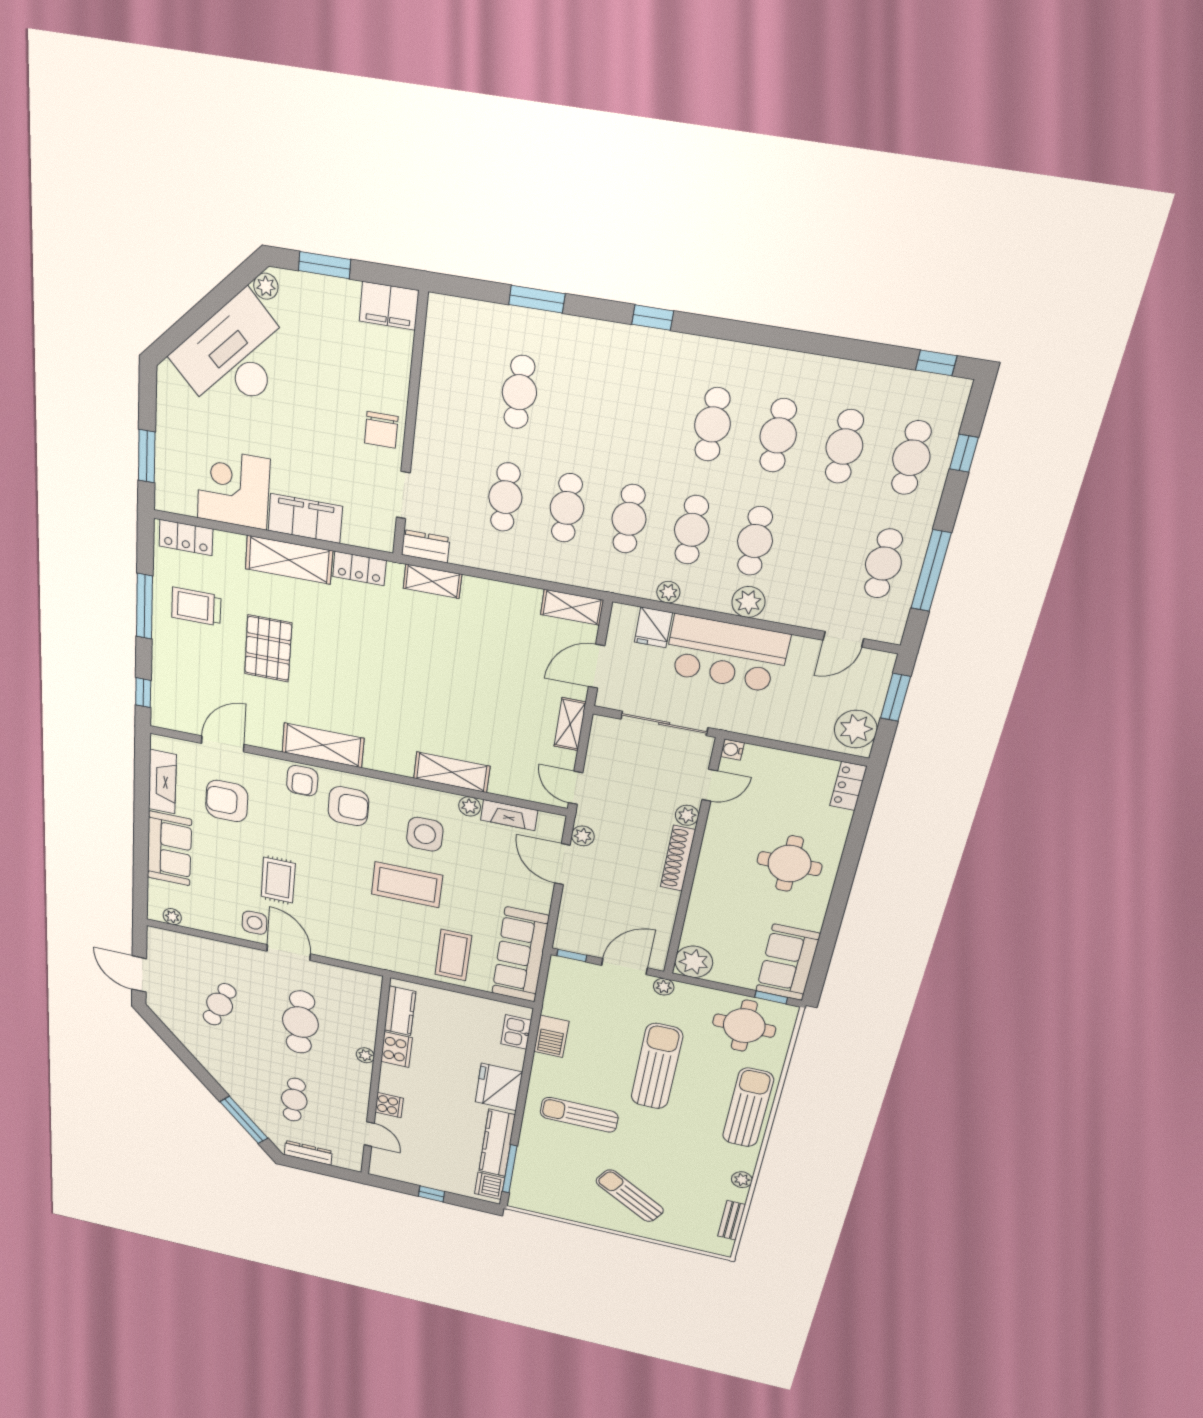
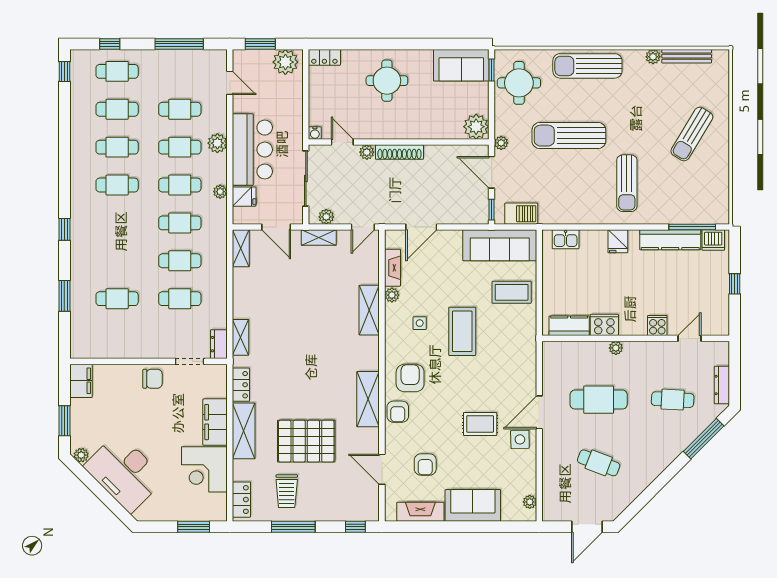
cafe table: (883, 564) -> (180, 109), moved
pallet: (268, 648) -> (306, 441), width x1.37, depth x1.41
armchair: (302, 781) -> (398, 412), turned 90
armchair: (227, 801) -> (425, 464), width x0.72, depth x0.72
side table: (425, 834) -> (420, 323), width x0.54, depth x0.54
plant: (583, 836) -> (326, 217), moved
barbecue: (551, 1036) -> (521, 214), moved
fridge: (499, 1087) -> (618, 241), width x0.53, depth x0.75
bench: (732, 1220) -> (687, 56), width x1.36

